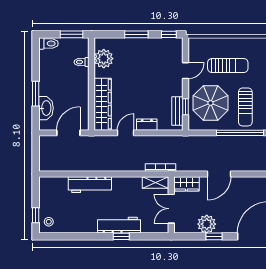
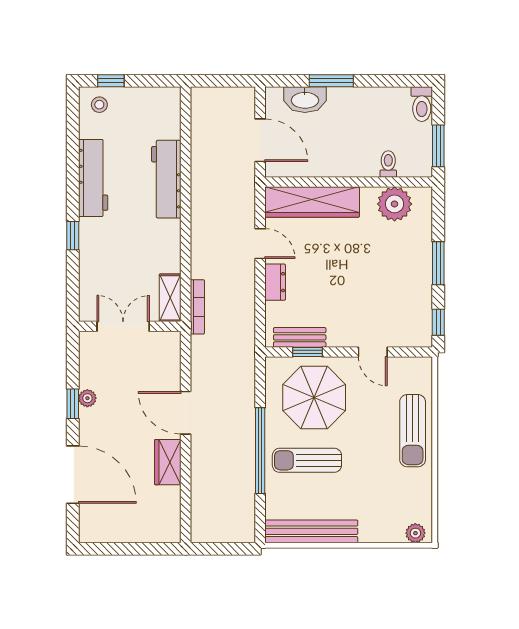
sun lounger: (228, 66) -> (413, 431), moved
wardrobe: (186, 184) -> (168, 462), moved
plant: (207, 224) -> (87, 398), width x0.53, depth x0.53
workbench: (119, 225) -> (93, 178), moved

